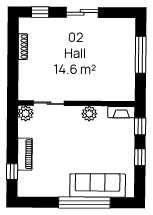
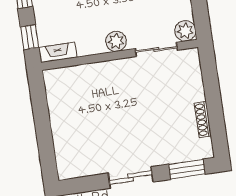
window: (40, 12) -> (187, 169), width x1.50
window: (141, 55) -> (44, 133), removed
plant: (89, 114) -> (116, 41), moved

